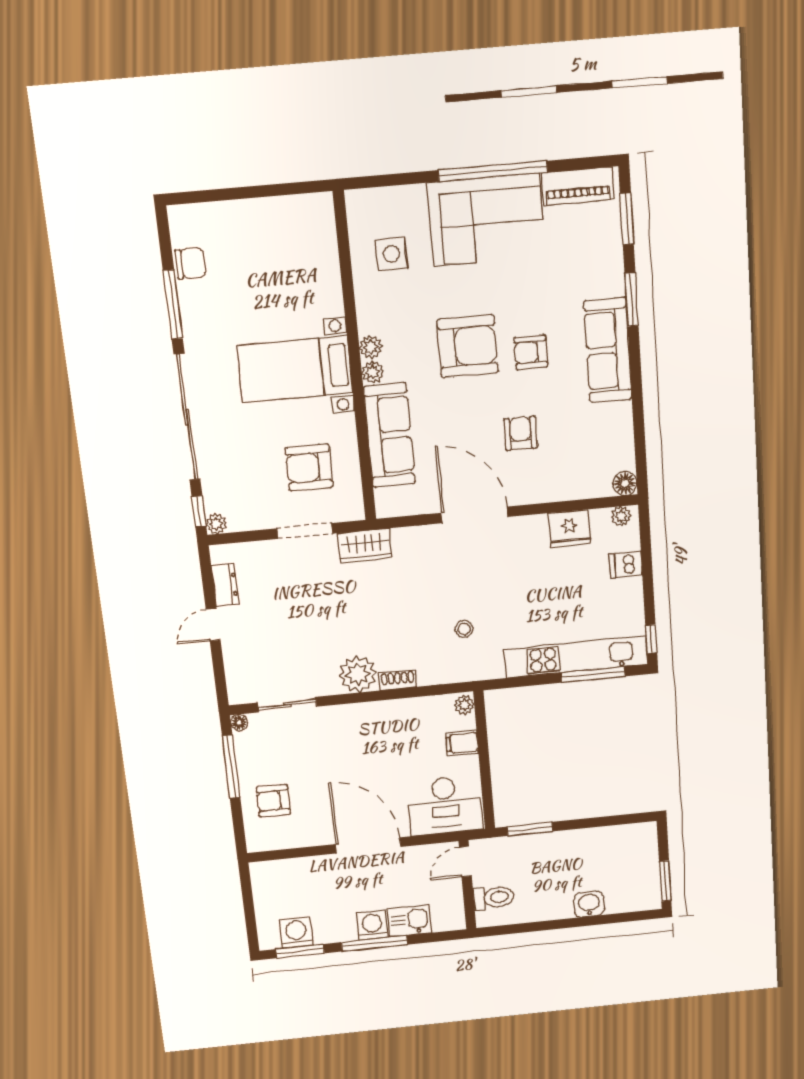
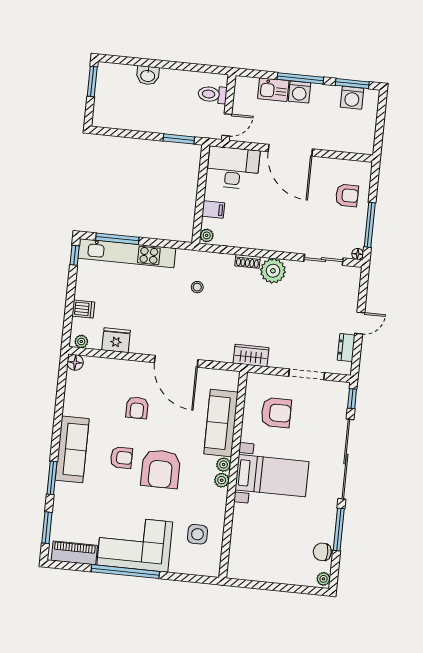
armchair: (468, 346) -> (161, 469), turned -90
plant: (216, 524) -> (324, 579), moved
doorway: (305, 531) -> (307, 374), moved

